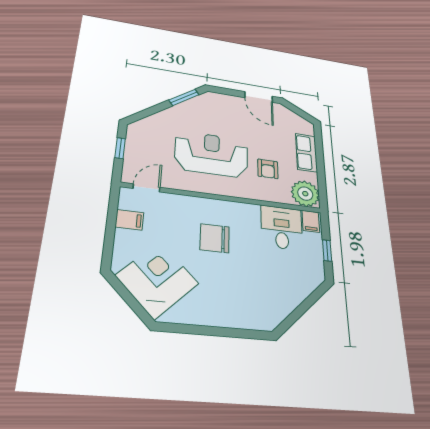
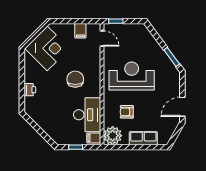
window: (120, 148) -> (116, 21), moved
reception desk: (212, 154) -> (132, 76), turned -90
desk: (282, 228) -> (87, 115), width x1.37
printer: (232, 318) -> (30, 90), added

